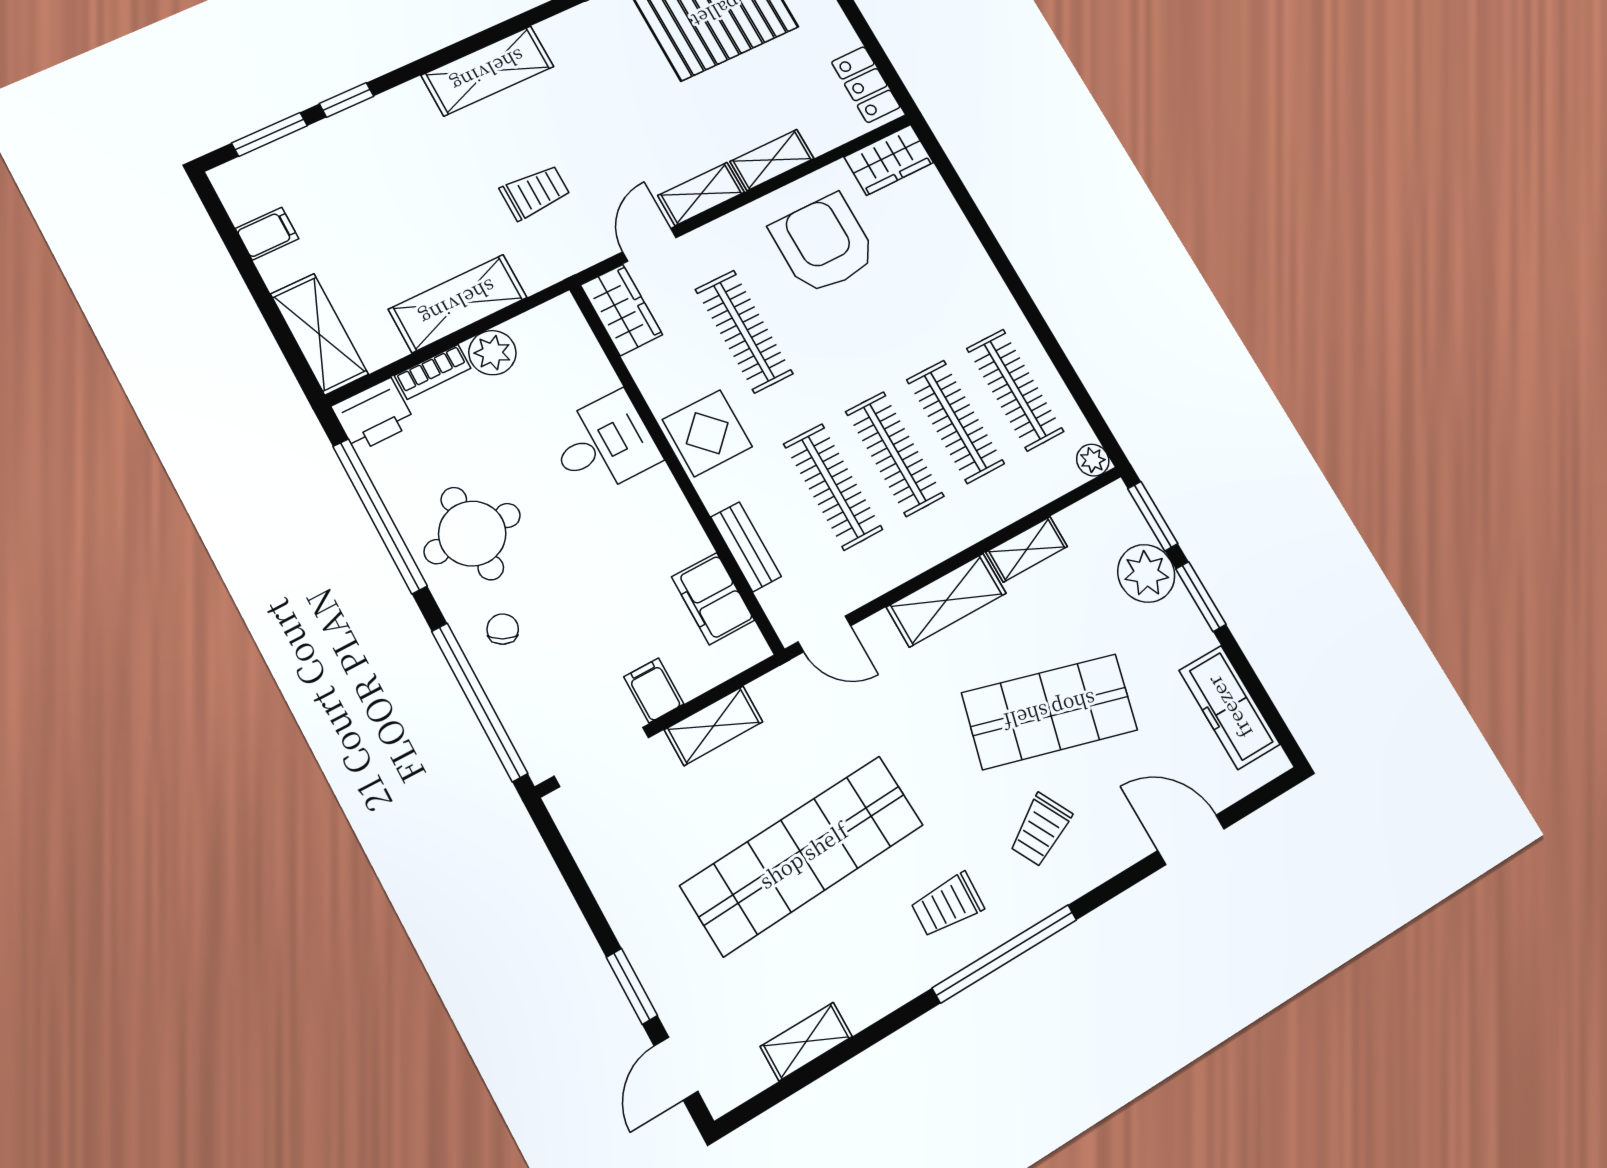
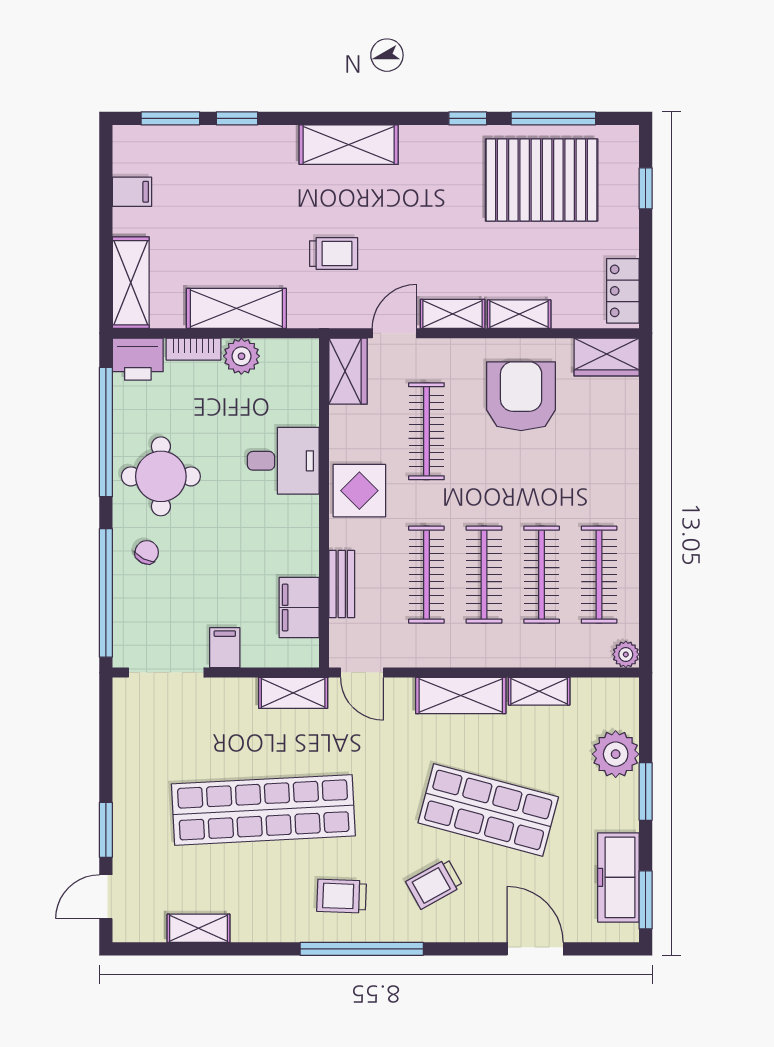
window: (1153, 516) -> (646, 900), moved
shelving: (714, 726) -> (293, 693), moved

